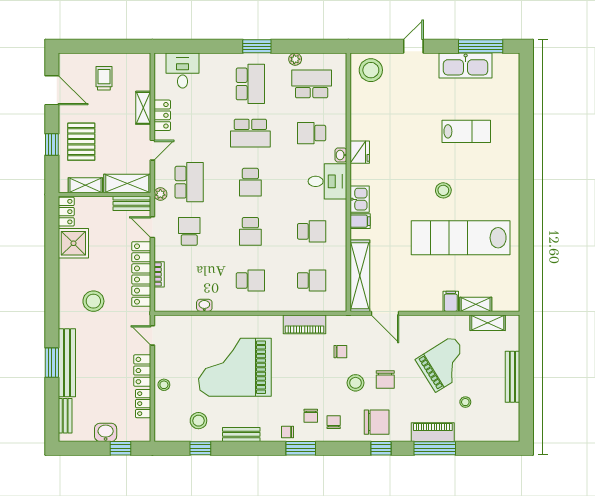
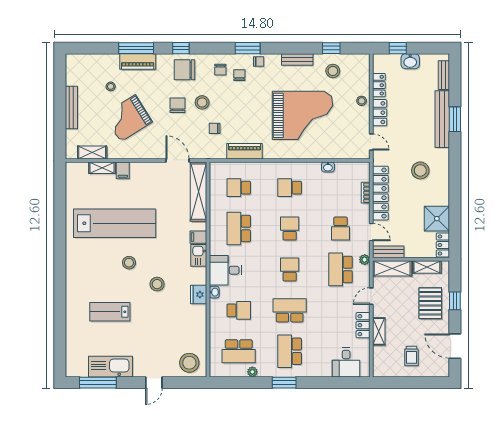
stool: (410, 165) -> (157, 284), added
school desk: (312, 231) -> (239, 229), width x1.85

